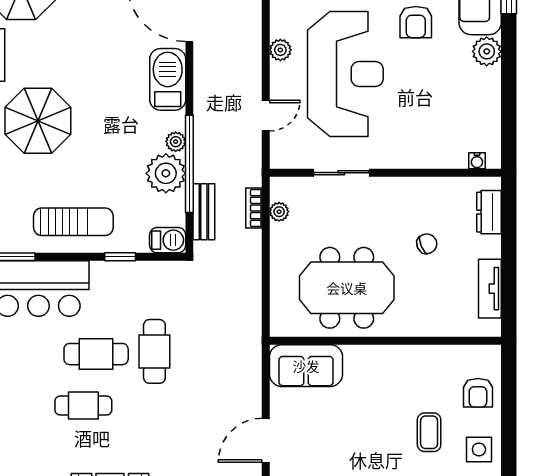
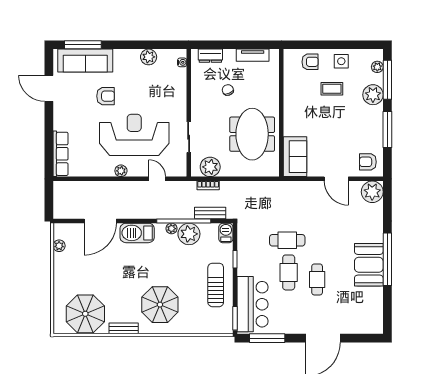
plant: (487, 51) -> (149, 57), moved
plant: (279, 212) -> (210, 167), width x1.88, depth x1.88

